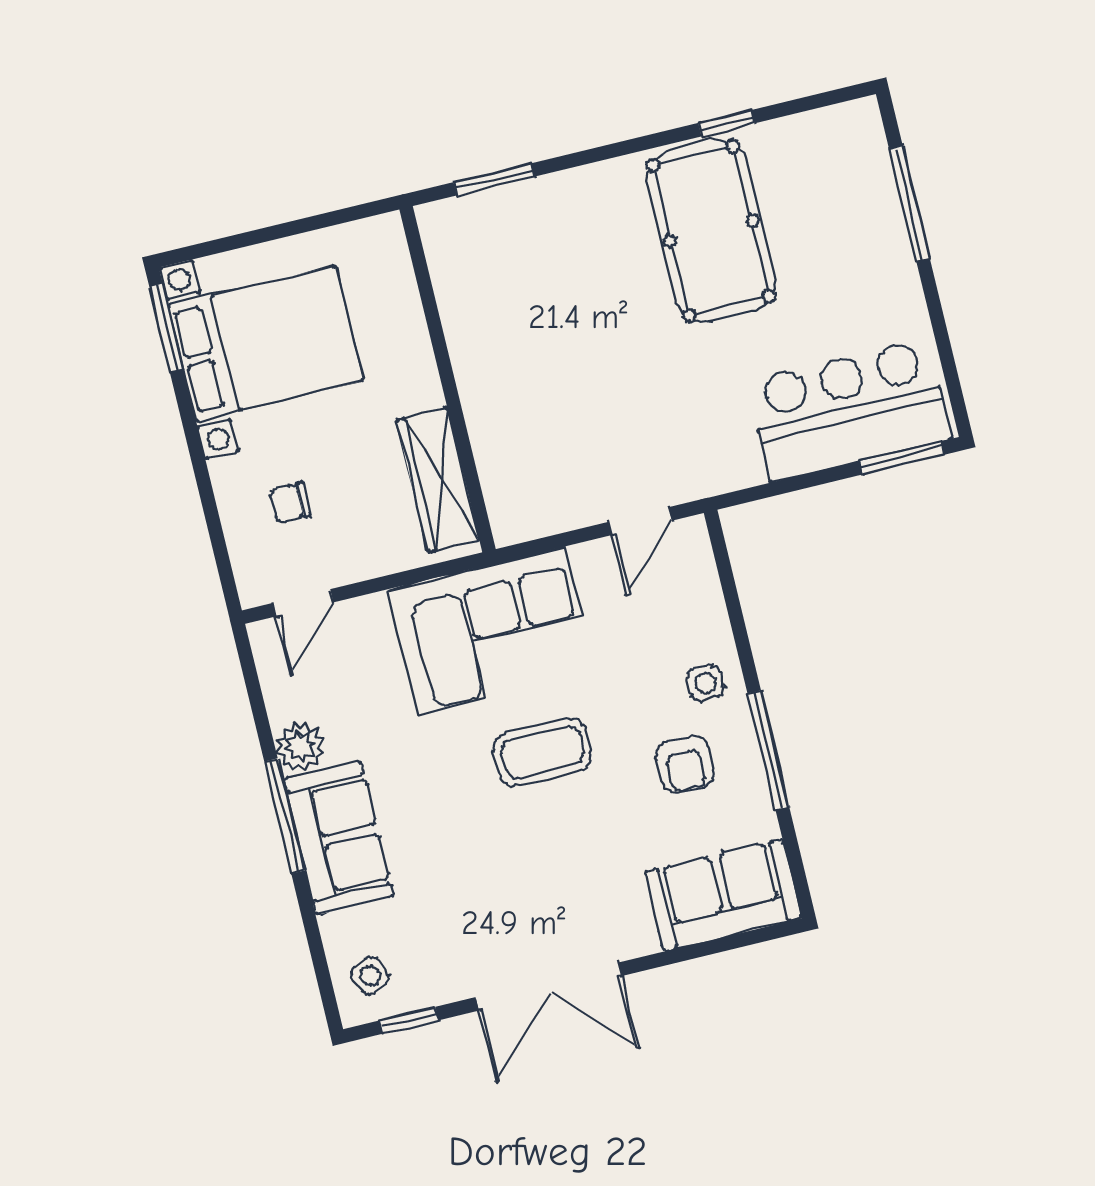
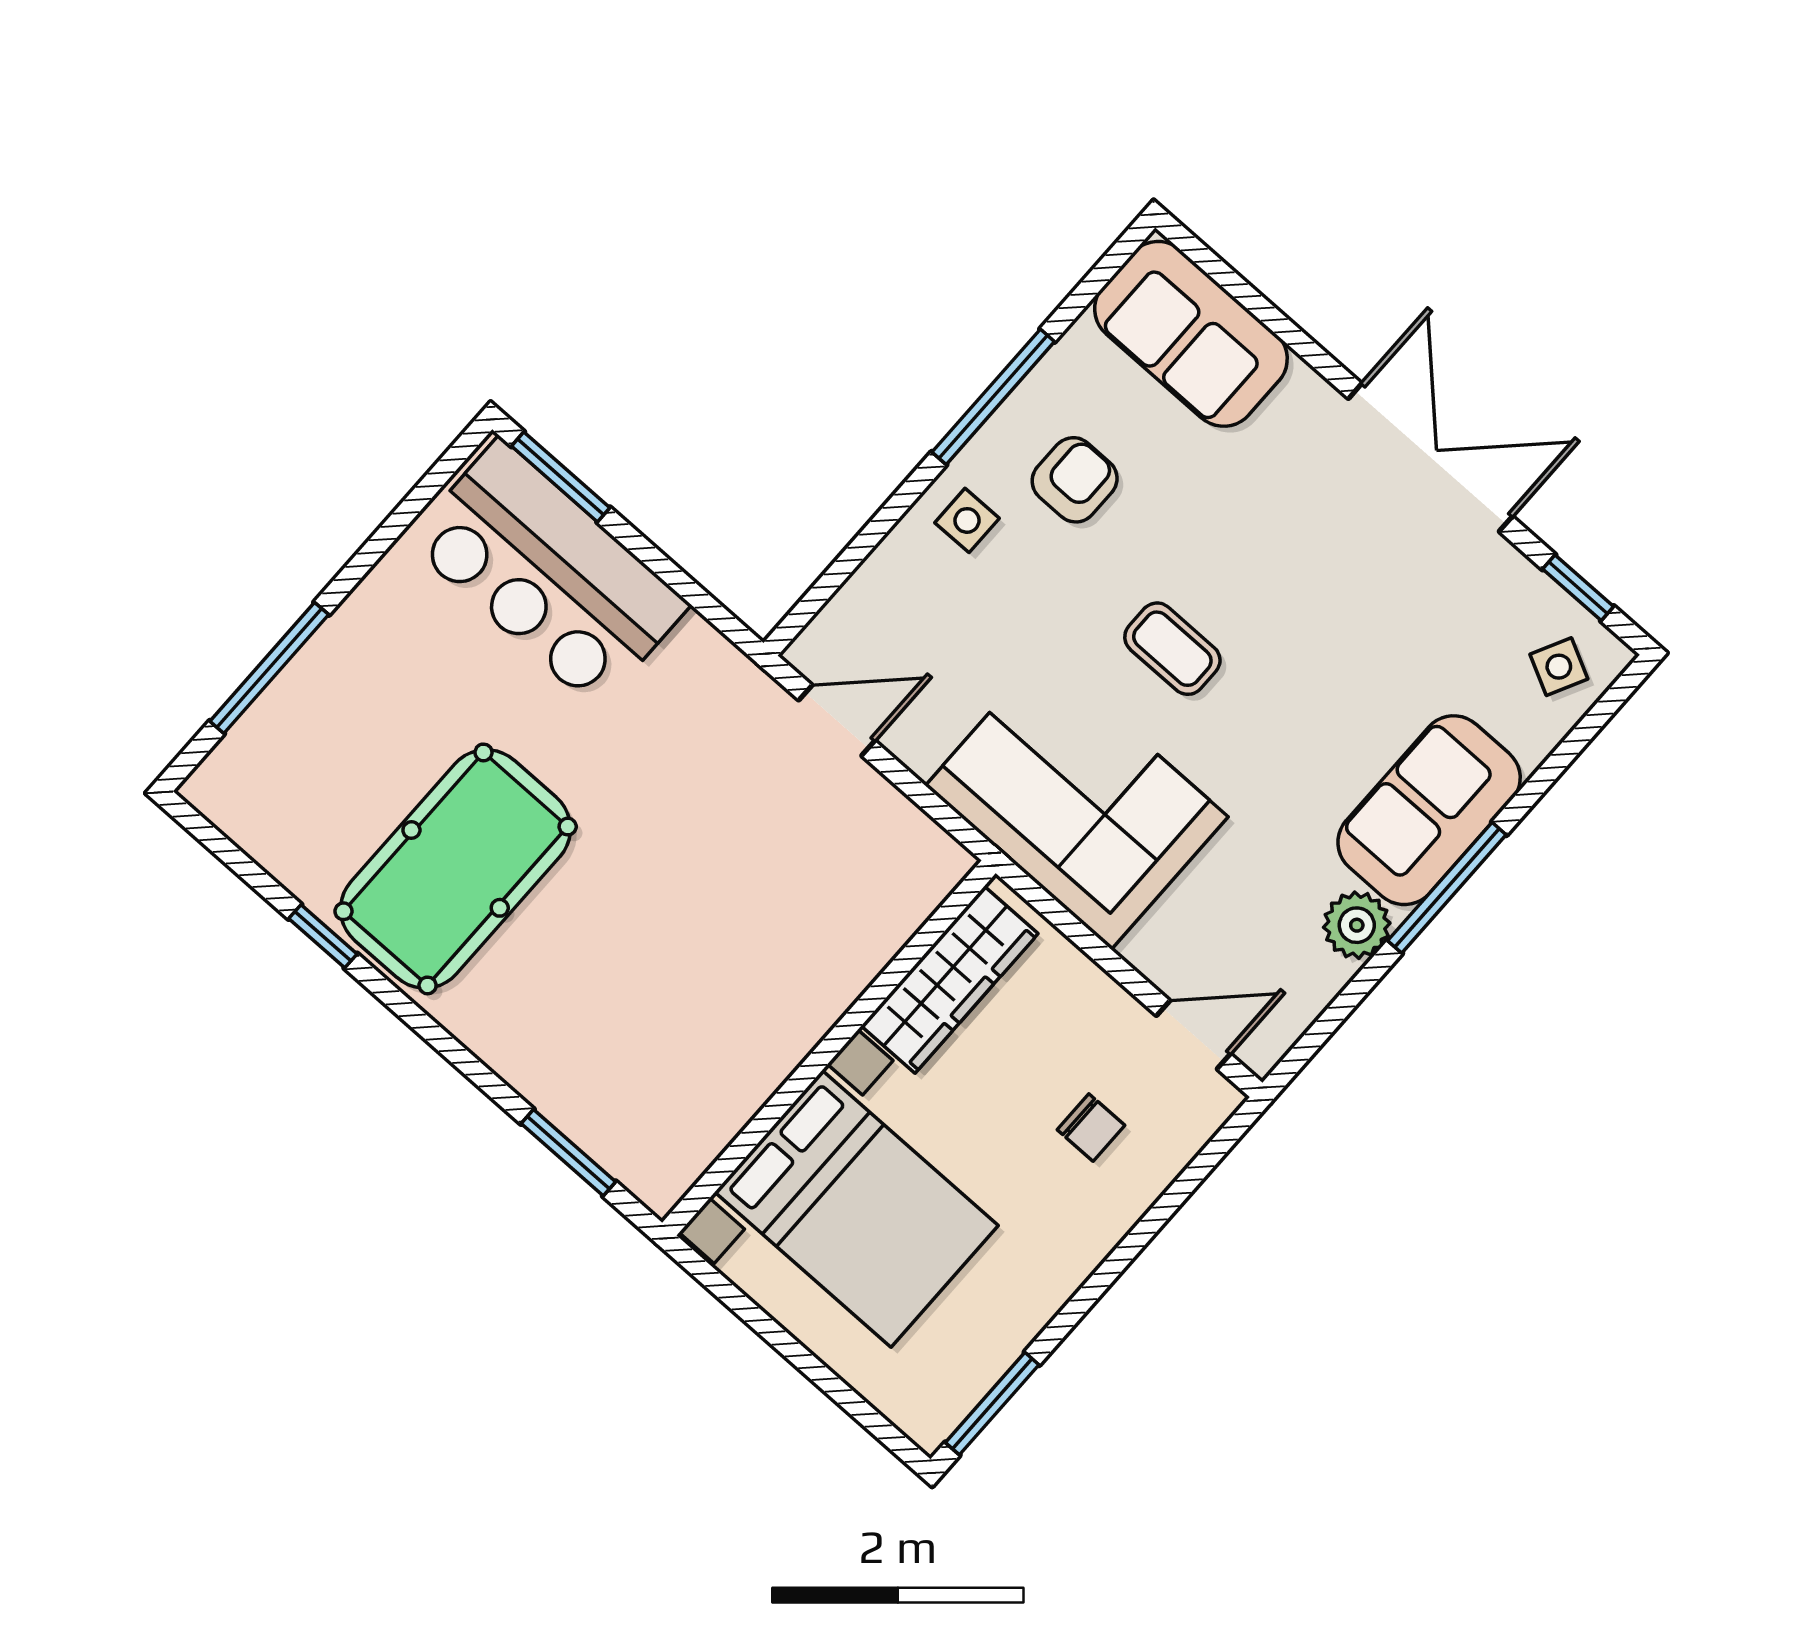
bed with nightstands: (266, 343) -> (857, 1209), moved, turned 180
coffee table: (543, 752) -> (1172, 649), width x0.73, depth x0.77
side table: (370, 976) -> (1559, 667), turned -37

